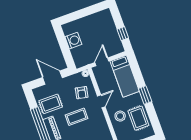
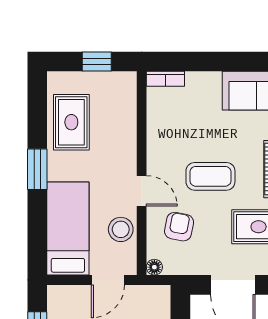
door: (101, 101) -> (142, 191), swing flipped
stool: (120, 116) -> (121, 229), moved

